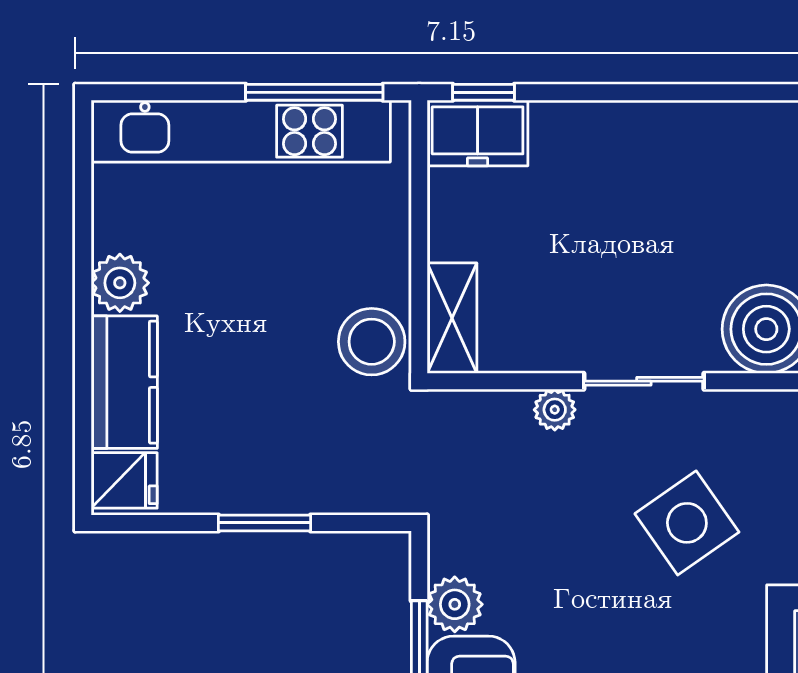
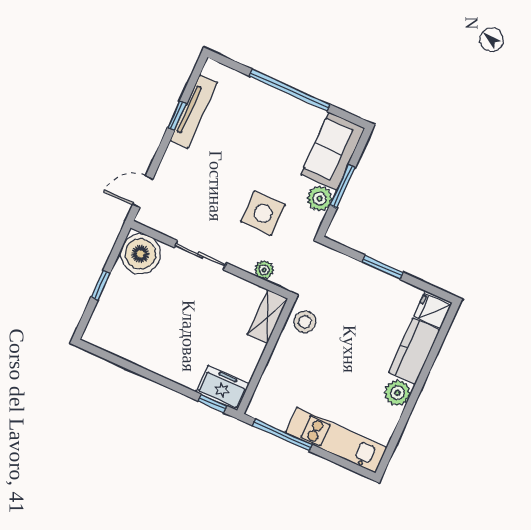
kitchen unit: (241, 131) -> (336, 440), width x0.73
stool: (372, 342) -> (305, 322), width x0.73, depth x0.73
plant: (555, 410) -> (264, 270), moved
side table: (687, 523) -> (263, 213), moved, turned 35

